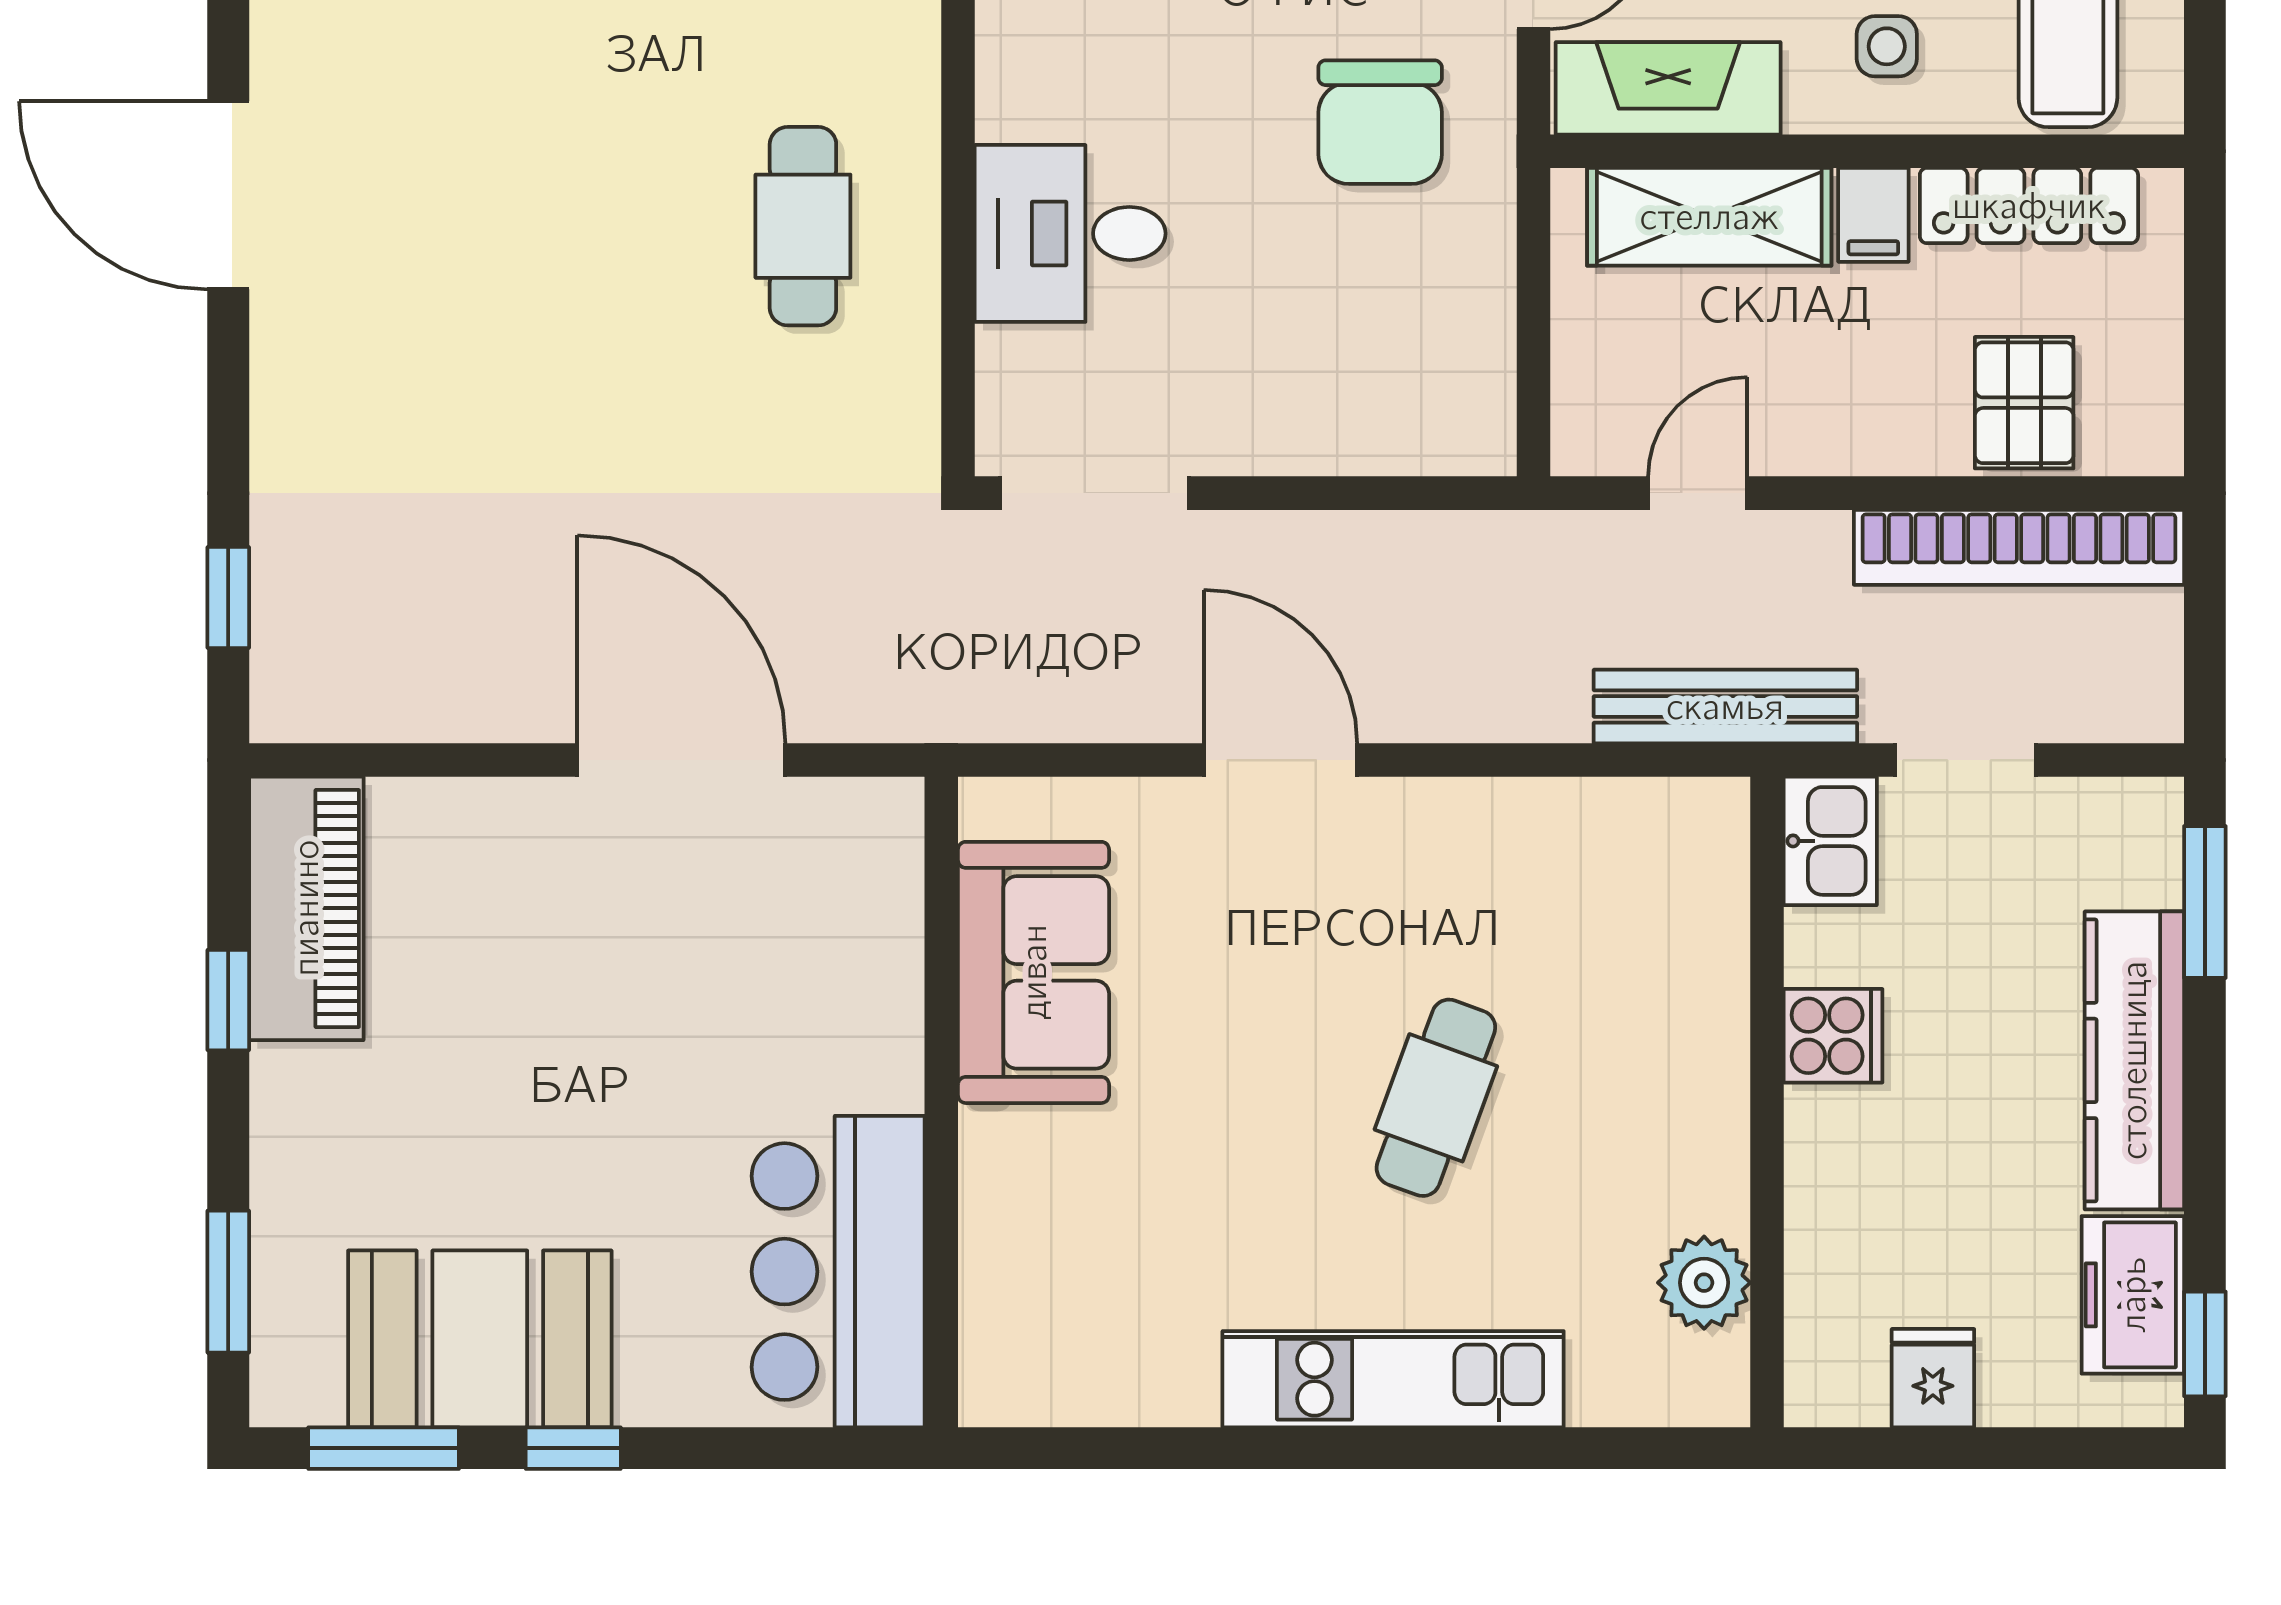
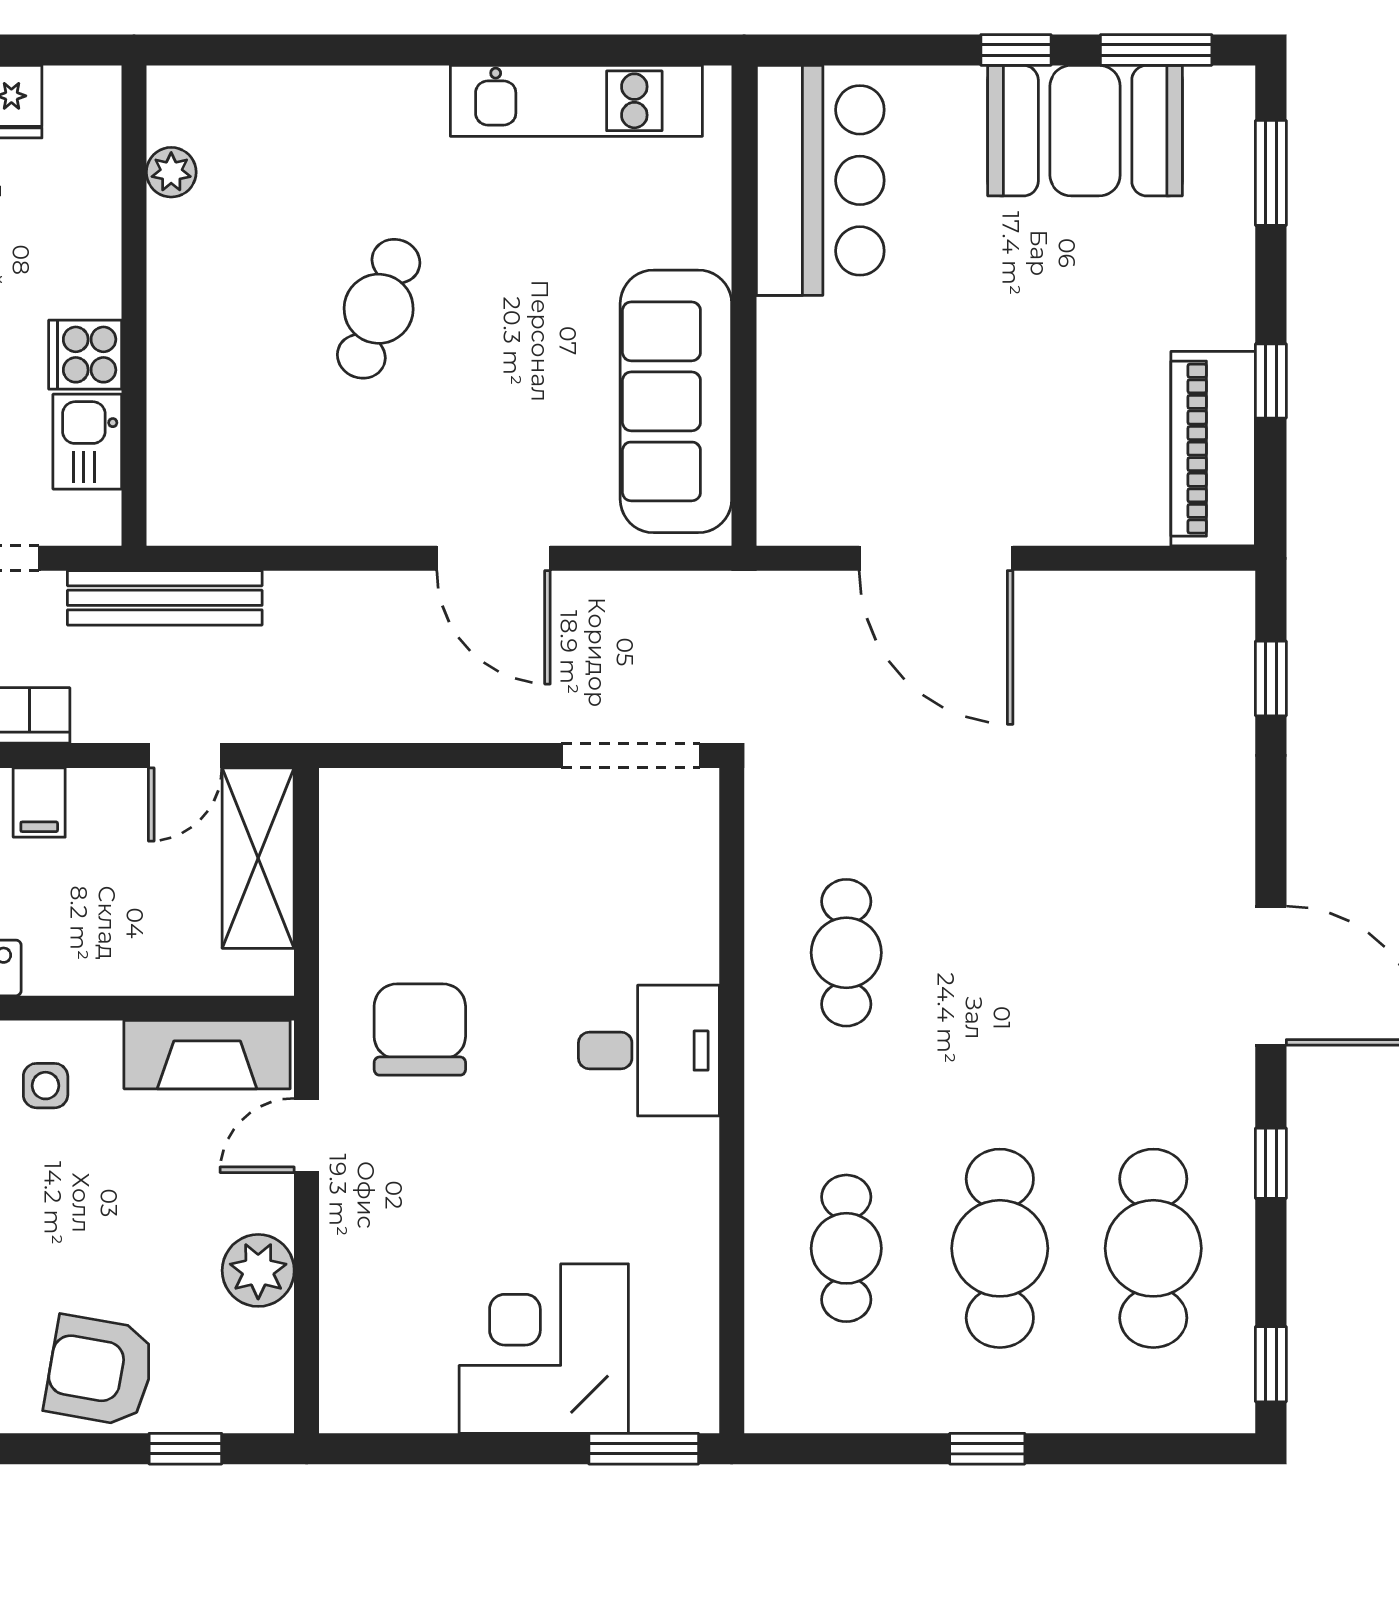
filing cabinet: (1873, 215) -> (39, 802), moved, turned 180
shelving: (1709, 217) -> (258, 858), moved, turned 90
desk: (1070, 233) -> (649, 1051), moved
kitchen sink: (1830, 841) -> (87, 442), moved
sofa: (1034, 972) -> (676, 401), width x1.36
plant: (1704, 1283) -> (171, 172), width x0.73, depth x0.73
kitchen unit: (1393, 1379) -> (576, 101), moved

